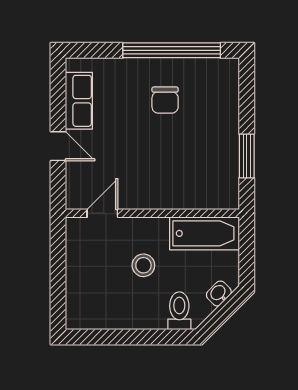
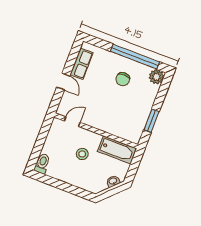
plant: (225, 72) -> (156, 77), added
toilet: (179, 311) -> (42, 163), moved

